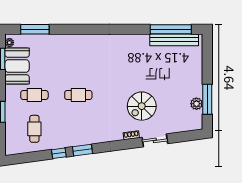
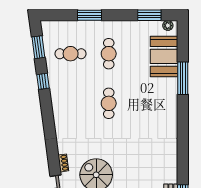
window: (35, 29) -> (183, 78), moved
booth: (17, 66) -> (164, 56), moved, turned 90
window: (83, 150) -> (38, 47), moved

